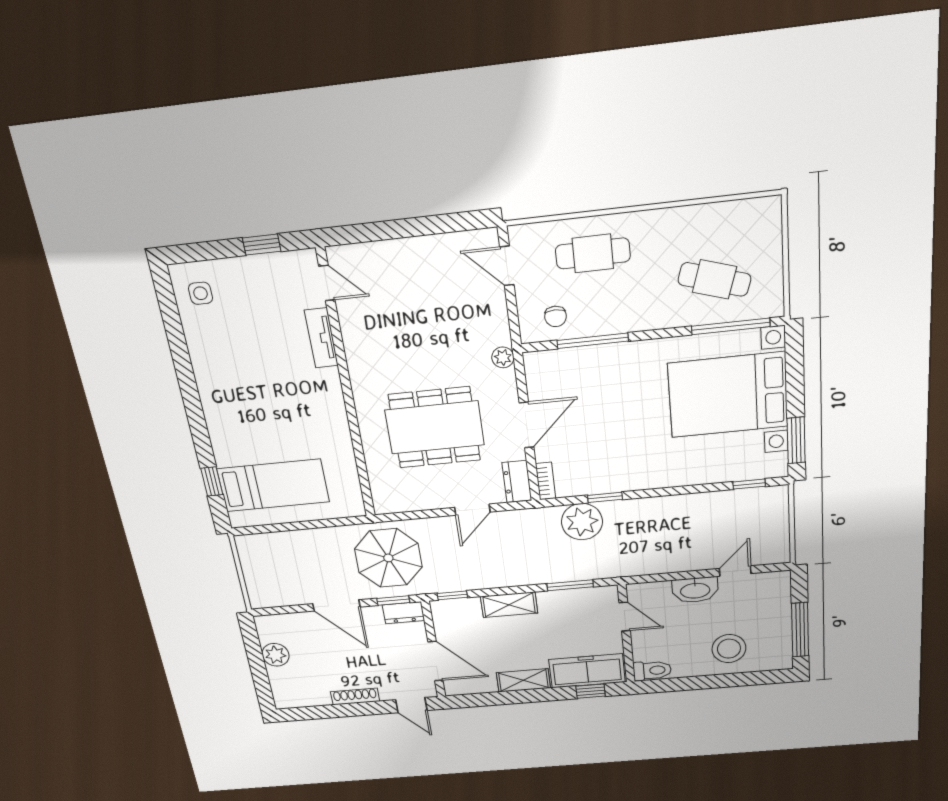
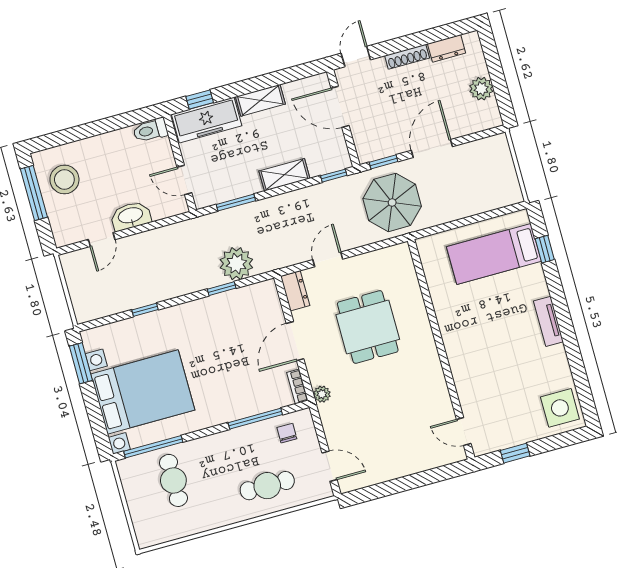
cafe table: (714, 279) -> (173, 480), turned 73
side table: (201, 293) -> (560, 408), width x1.87, depth x1.87
tv unit: (321, 338) -> (548, 321), moved, turned 180
dining table: (435, 428) -> (368, 327), width x0.73
bookcase: (546, 481) -> (297, 387), moved
window: (749, 484) -> (145, 310), moved
door: (336, 605) -> (432, 149), hinge flipped
dresser: (403, 613) -> (447, 48), moved, turned 180
stool: (729, 649) -> (64, 180), moved
door: (411, 705) -> (356, 57), hinge flipped

